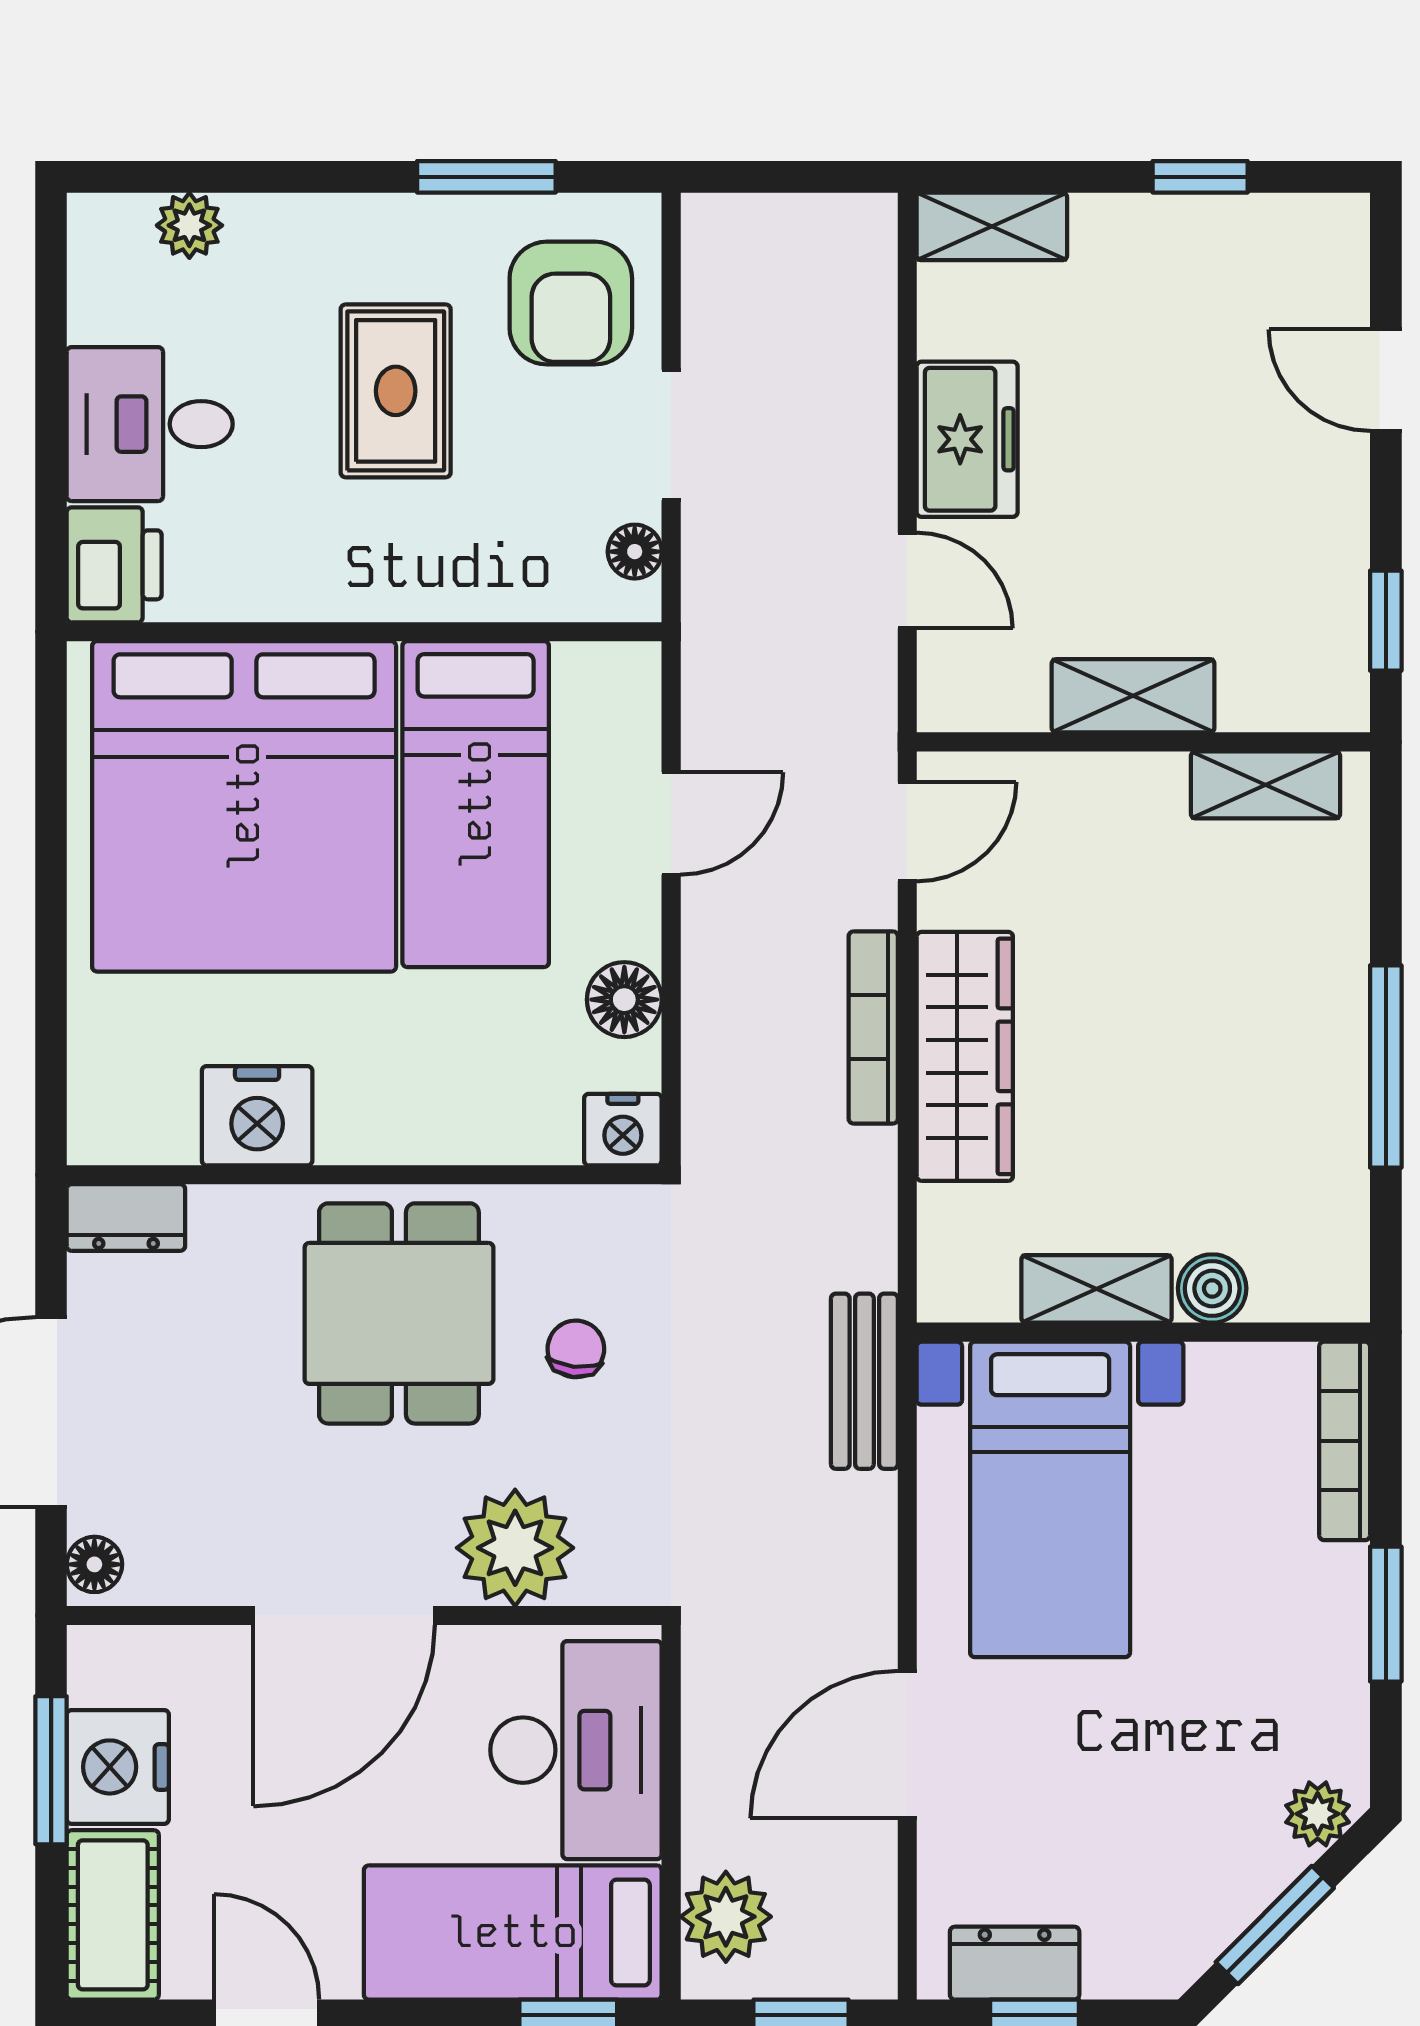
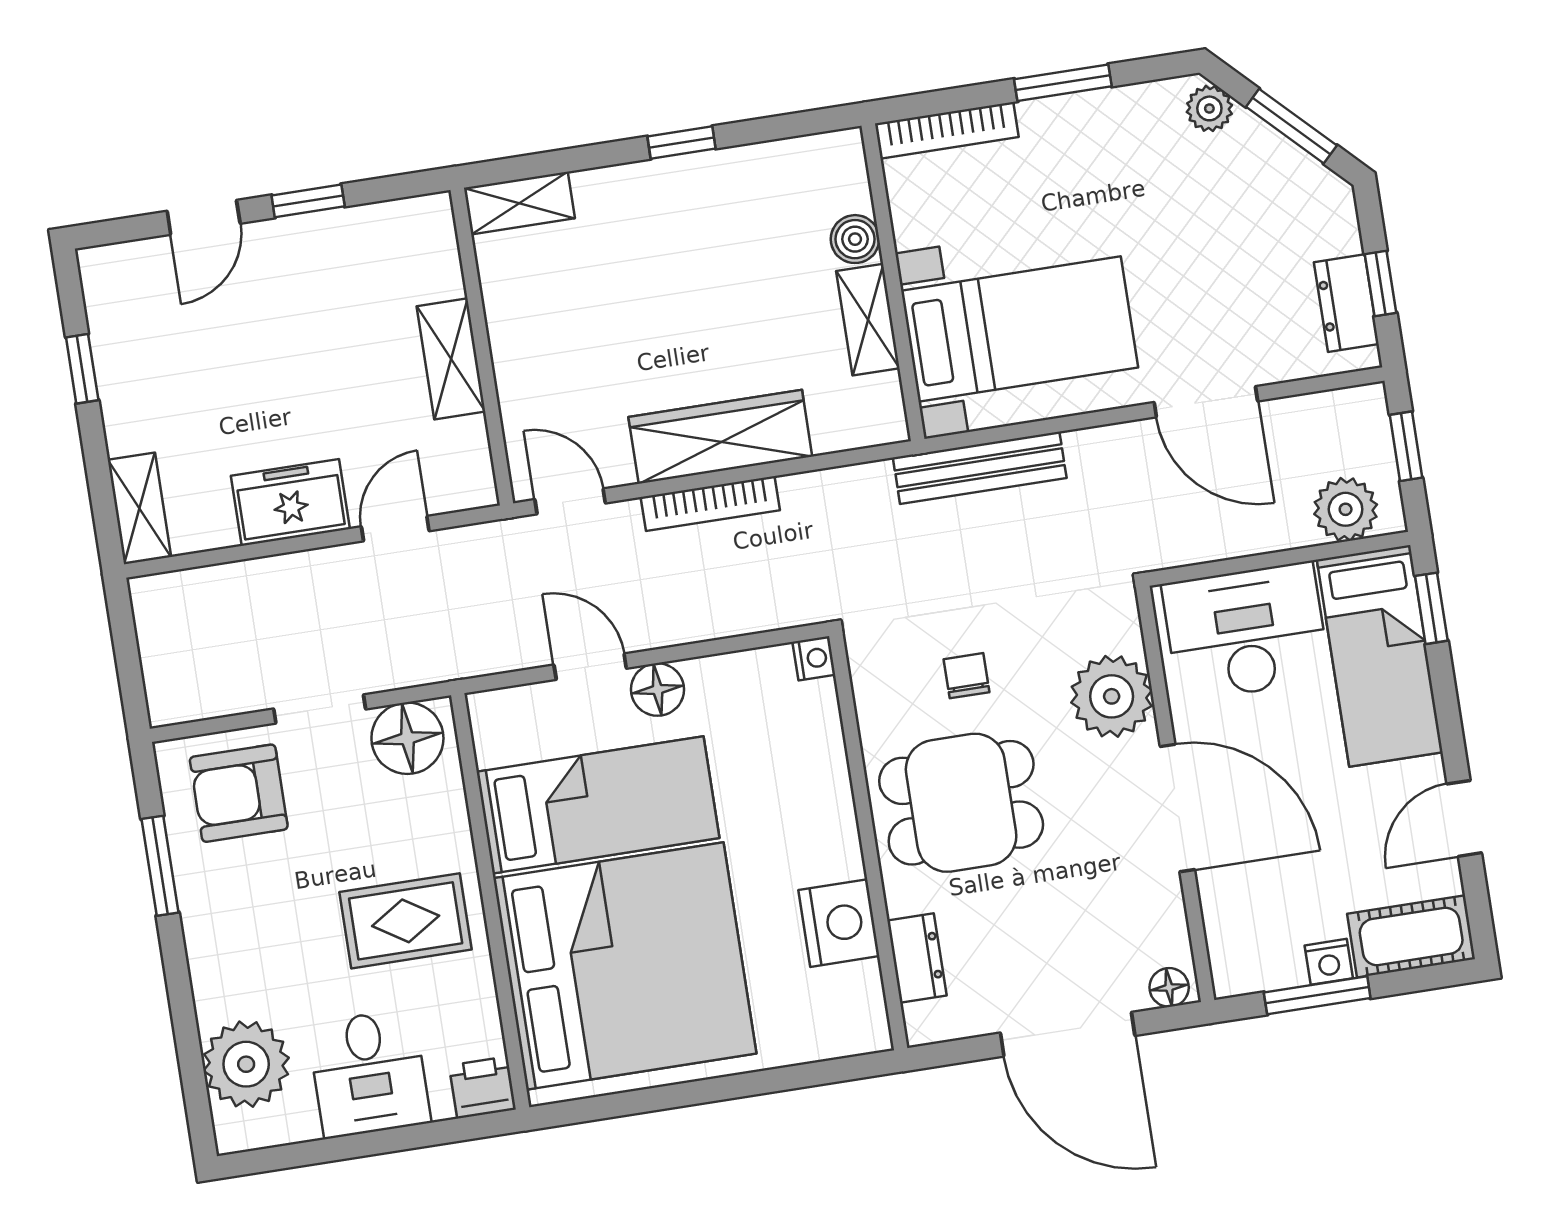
plant: (189, 225) -> (246, 1064), width x1.88, depth x1.88
armchair: (571, 303) -> (239, 793), turned 180
rug: (396, 391) -> (406, 921), moved
floor lamp: (635, 552) -> (407, 738), width x1.89, depth x1.89
printer: (114, 565) -> (482, 1087), width x0.73, depth x0.81
window: (1386, 621) -> (308, 201), moved
shelving: (1265, 785) -> (519, 203), moved, turned 90
floor lamp: (624, 1000) -> (658, 690), moved
window: (1386, 1066) -> (681, 142), width x0.46
nightstand: (623, 1130) -> (814, 658), width x0.72, depth x0.74
dresser: (126, 1217) -> (917, 958), moved
chair: (576, 1349) -> (966, 676), turned 84
bench: (864, 1381) -> (980, 468), width x1.36
nightstand: (118, 1767) -> (1329, 962), width x0.53, depth x0.56

